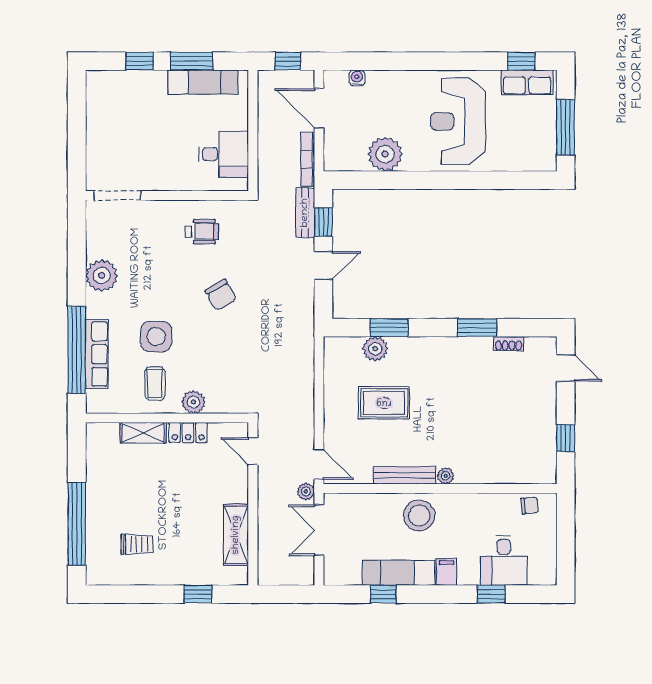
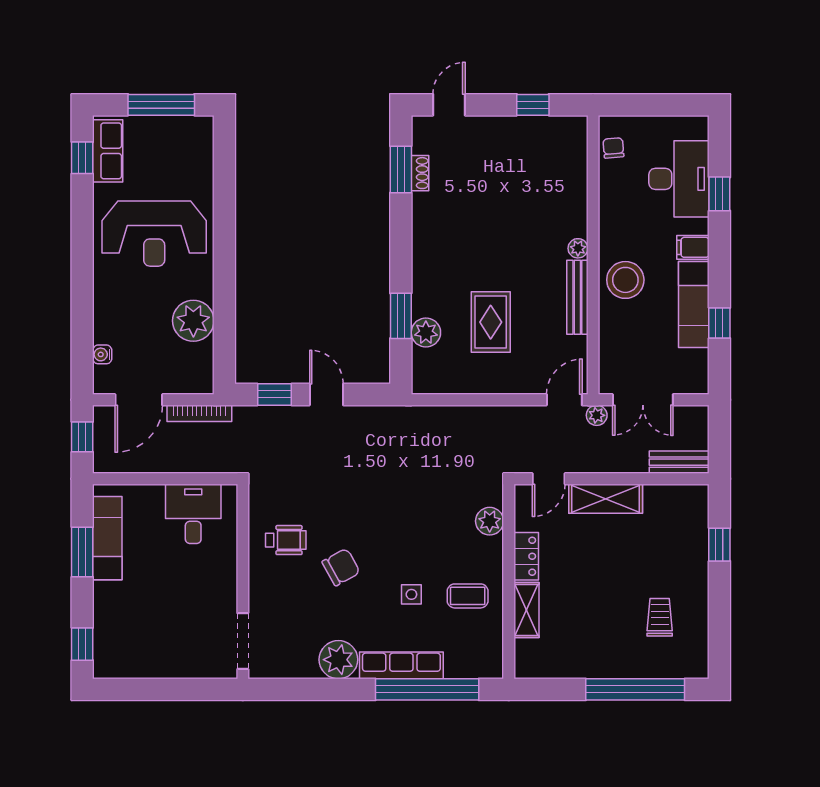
window: (140, 61) -> (82, 644), moved
bench: (305, 213) -> (679, 462), moved
wheelchair: (202, 231) -> (286, 540), turned 90
chair: (221, 295) -> (341, 567), moved
window: (477, 328) -> (401, 169), moved
side table: (156, 337) -> (411, 594), width x0.54, depth x0.54
row of seats: (97, 354) -> (401, 665), moved
plant: (193, 402) -> (490, 521), moved
shelving: (236, 535) -> (606, 499), moved
desk: (504, 560) -> (679, 179), width x1.37

